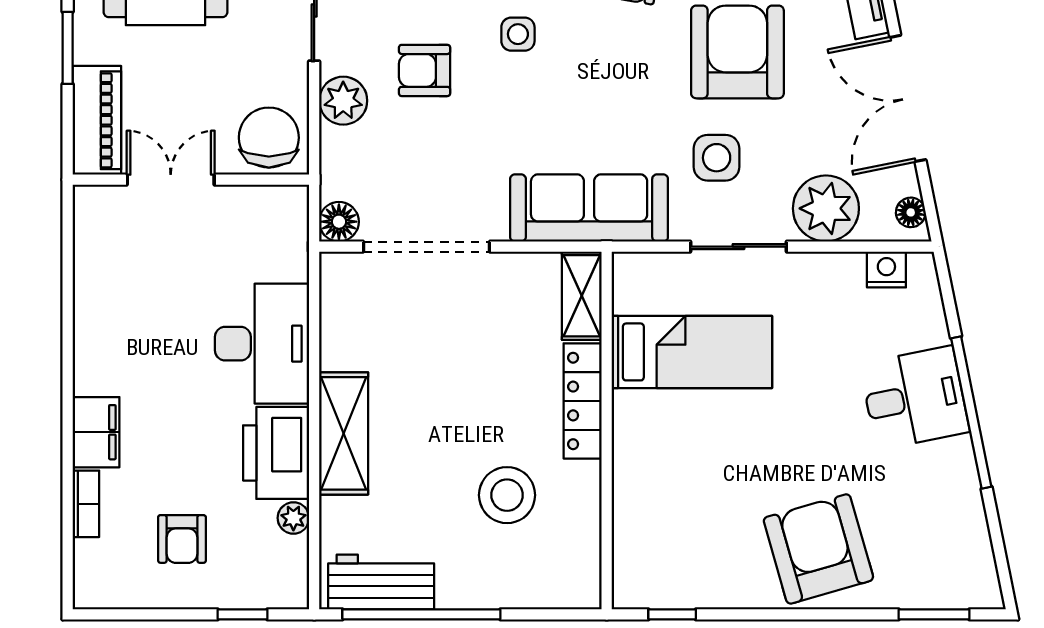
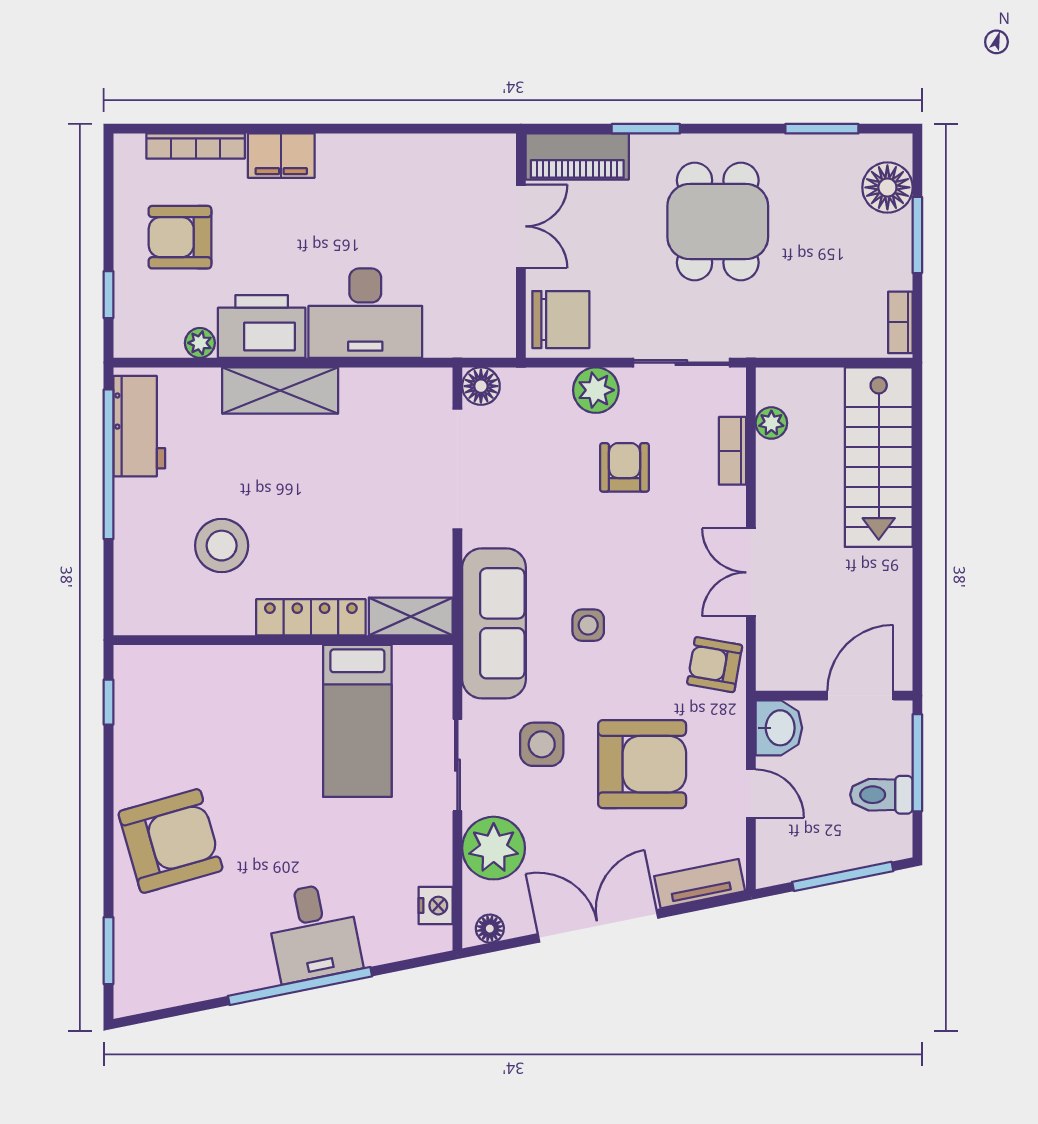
side table: (518, 34) -> (588, 625), moved
bookcase: (86, 504) -> (196, 146), width x1.56
armchair: (182, 539) -> (180, 237), width x1.38, depth x1.38

